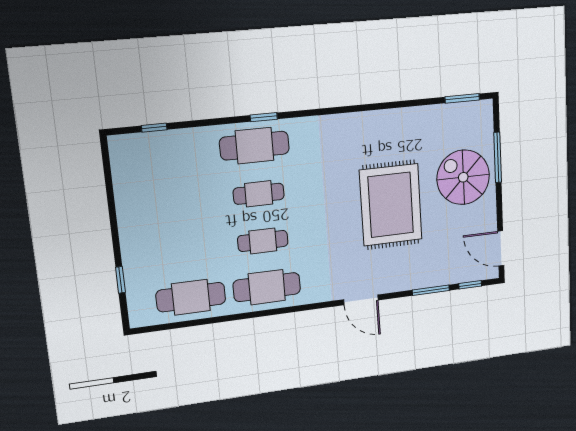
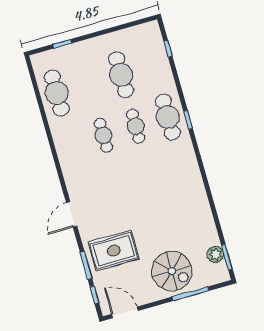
plant: (455, 114) -> (215, 254), added
spiral stairs: (463, 177) -> (172, 271), turned 90
rug: (391, 205) -> (114, 251), moved, width x0.73, depth x0.69
door: (501, 248) -> (125, 312), hinge flipped
cafe table: (267, 287) -> (121, 75), moved

